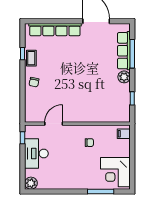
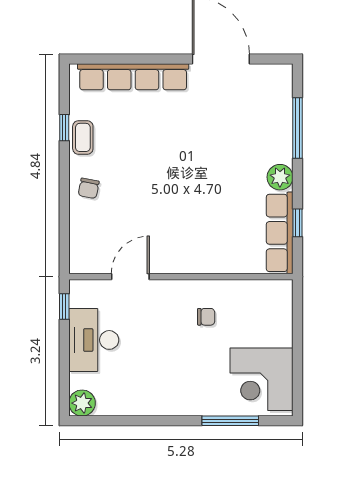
row of seats: (124, 51) -> (280, 233), moved
filing cabinet: (124, 134) -> (279, 298), removed

